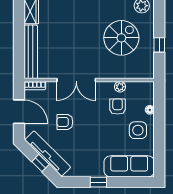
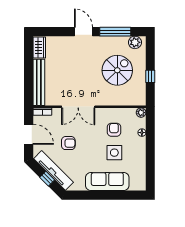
plant: (120, 87) -> (141, 113), moved
armchair: (65, 122) -> (68, 143), turned 180
side table: (138, 130) -> (114, 153), moved
sofa: (129, 166) -> (107, 182), moved
window: (98, 182) -> (97, 195), removed

